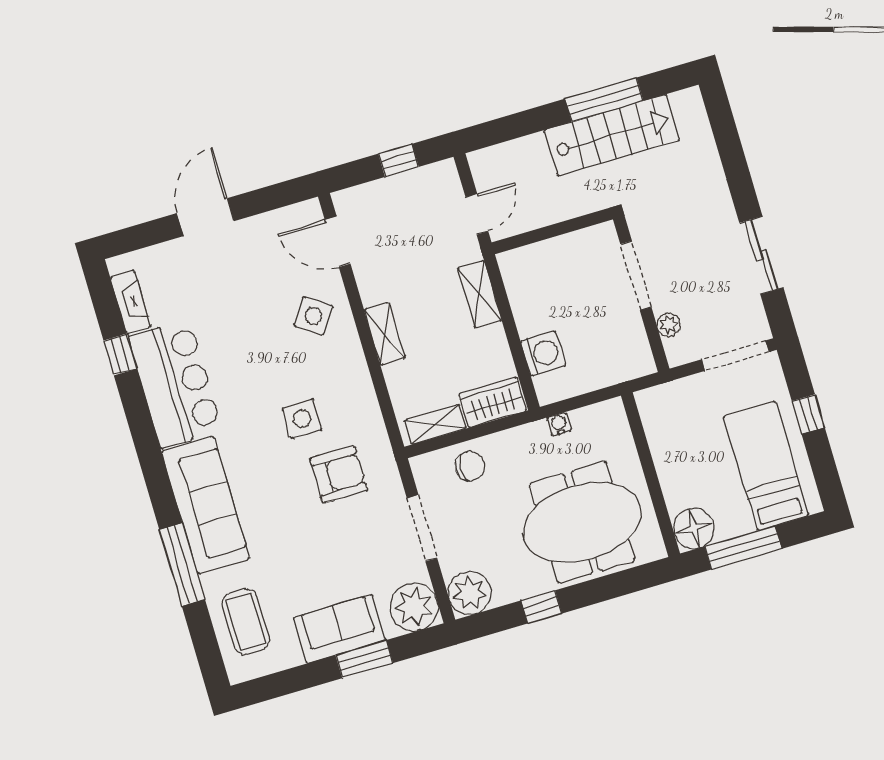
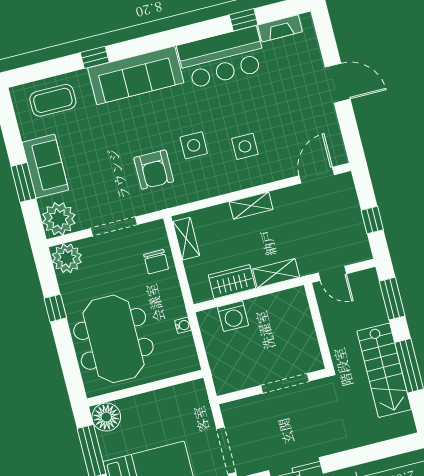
window: (509, 128) -> (392, 299), added
side table: (313, 316) -> (245, 146), moved, turned -35
plant: (669, 325) -> (250, 405), removed
wardrobe: (493, 402) -> (232, 282), moved, turned -90
window: (182, 565) -> (95, 57), width x0.46

